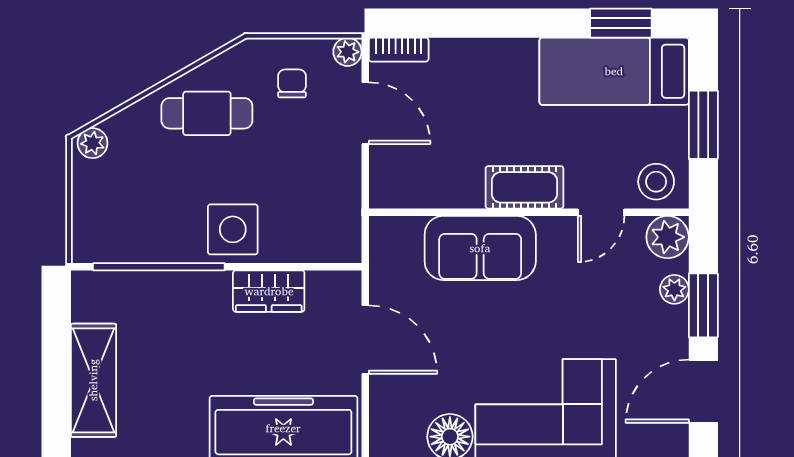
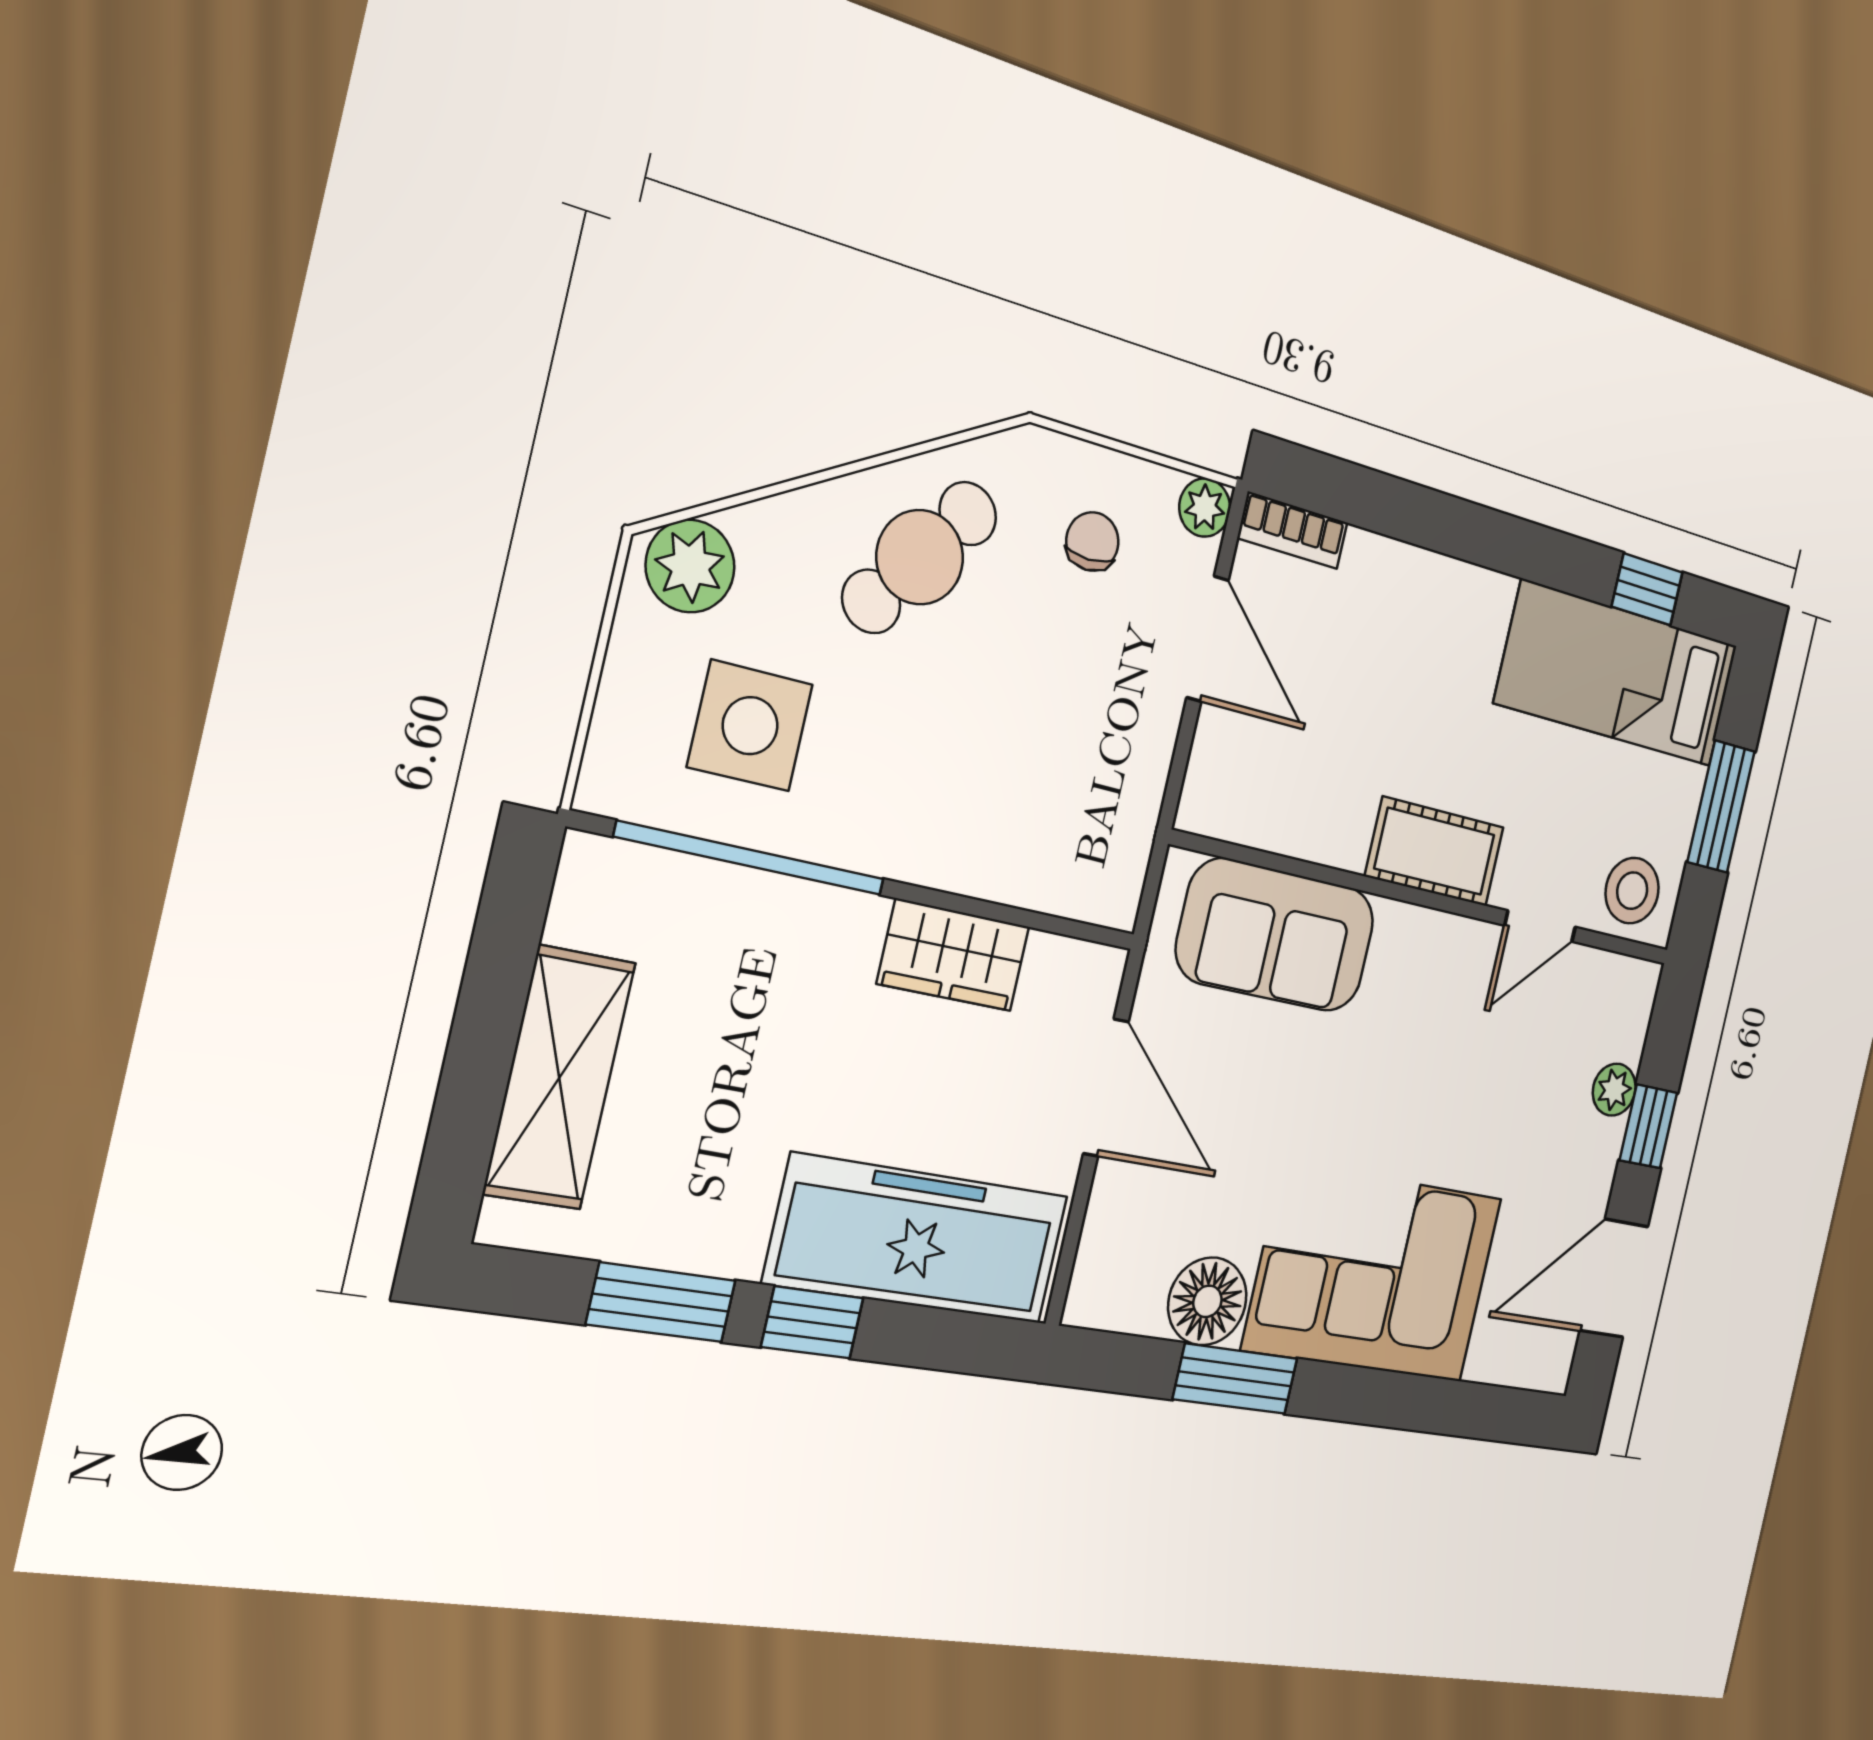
window: (621, 23) -> (1647, 589), width x0.67
cafe table: (207, 113) -> (920, 557), turned -54
plant: (93, 143) -> (690, 566), width x1.38, depth x1.38
side table: (233, 229) -> (750, 726), moved
plant: (668, 237) -> (1626, 994), removed
sofa: (480, 248) -> (1276, 935), moved
window: (703, 305) -> (1648, 1126), width x0.67

